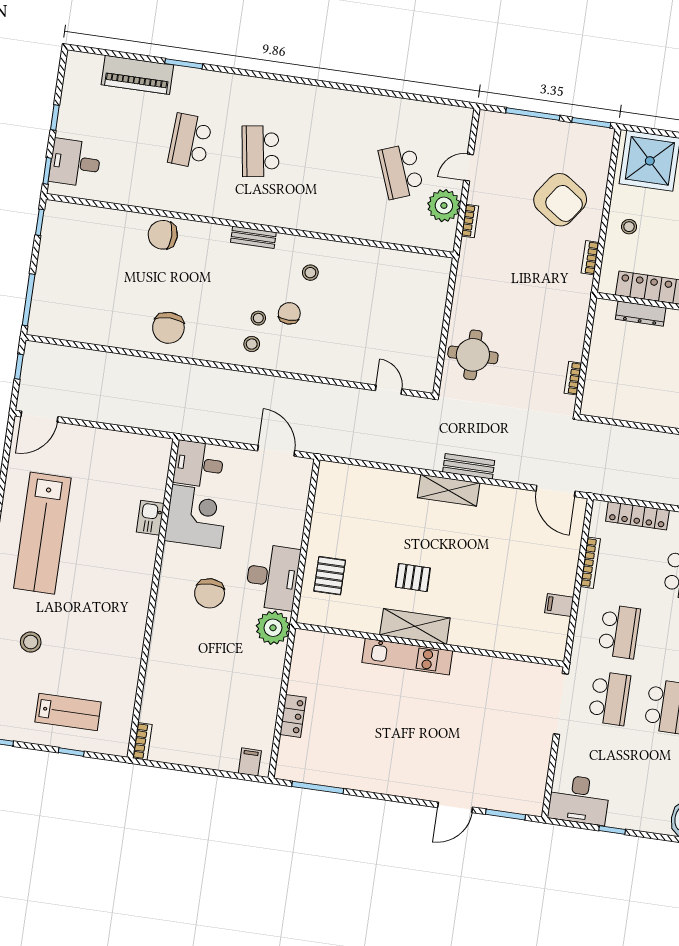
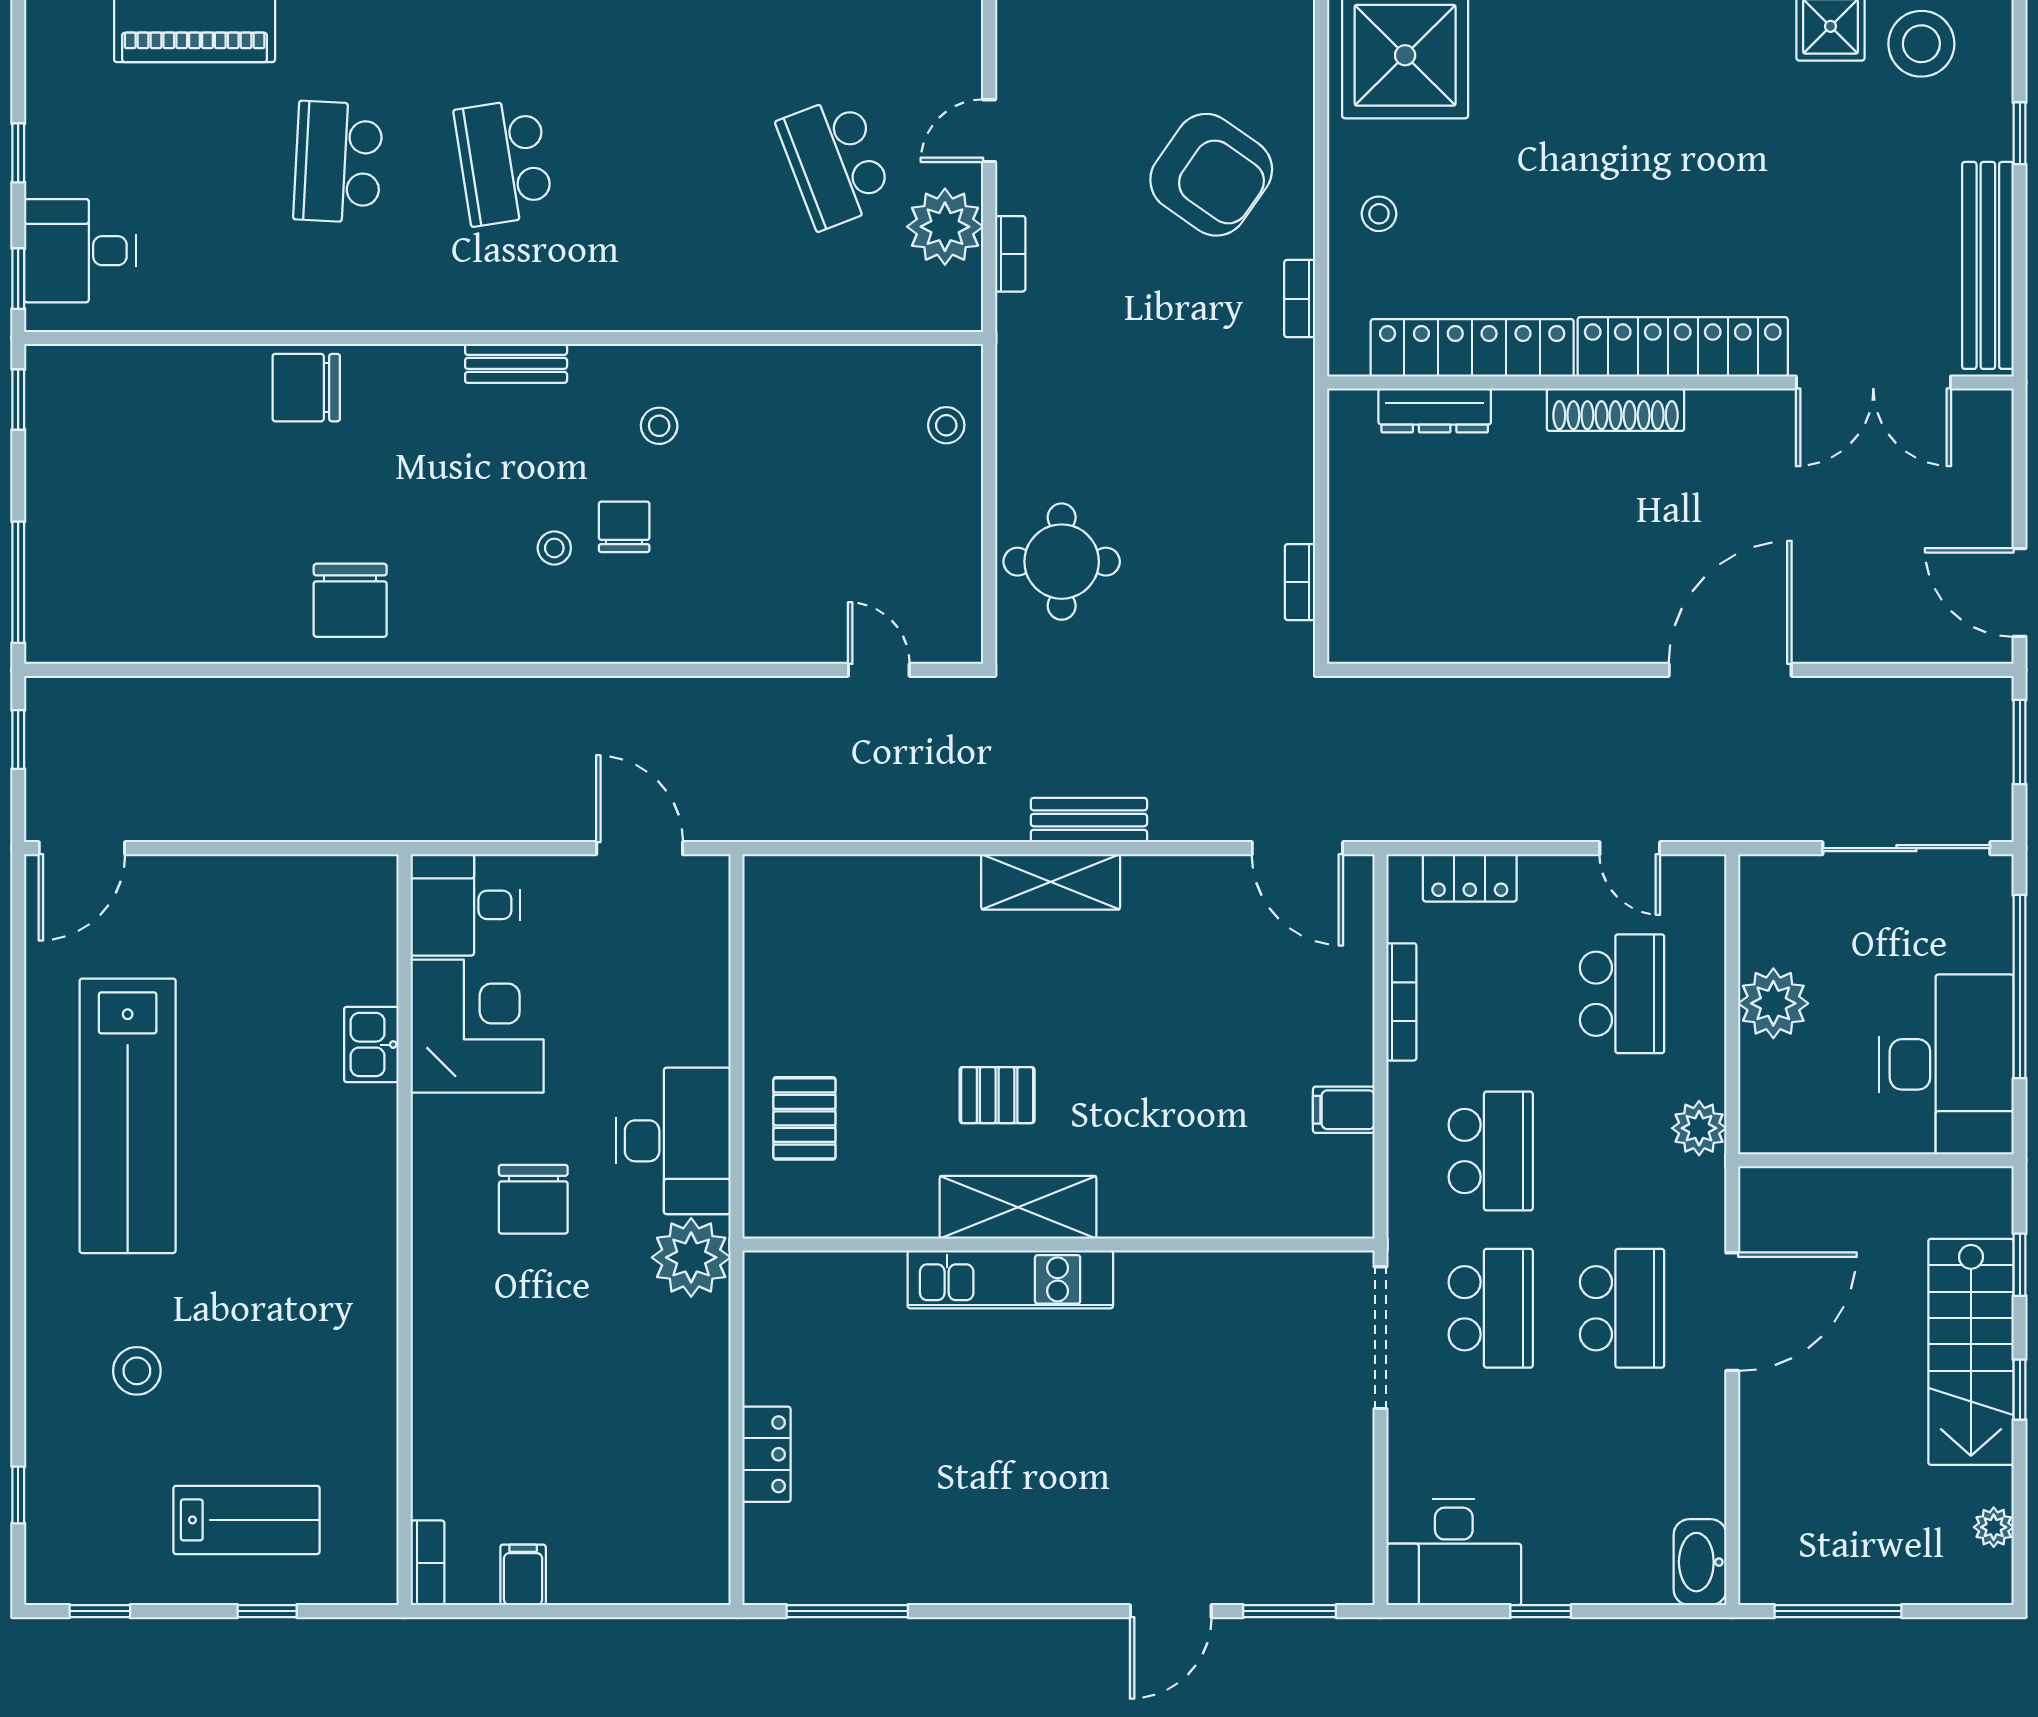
stool: (252, 344) -> (946, 425), moved
locker: (637, 516) -> (1470, 878), width x0.66
filing cabinet: (250, 762) -> (523, 1575), moved

